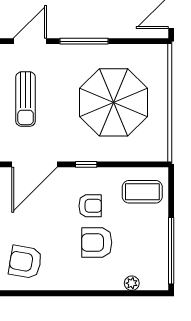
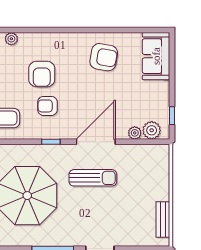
sun lounger: (26, 99) -> (93, 178), moved, turned 90
armchair: (97, 243) -> (42, 74), turned 90

